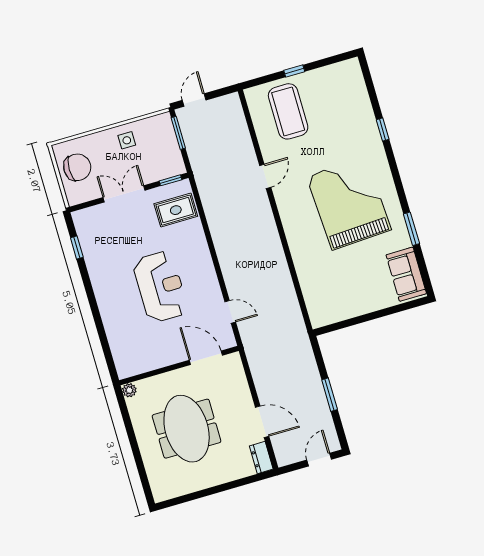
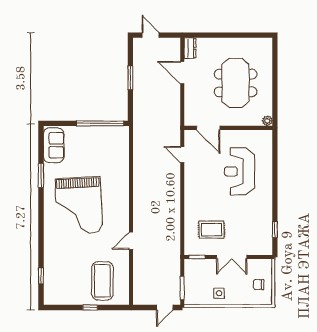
window: (383, 130) -> (41, 276), moved
chair: (77, 167) -> (259, 285), width x0.54, depth x0.54
rug: (176, 210) -> (211, 230), moved
reception desk: (160, 287) -> (240, 171), moved
window: (352, 322) -> (100, 123), added
door: (319, 460) -> (151, 35), swing flipped

